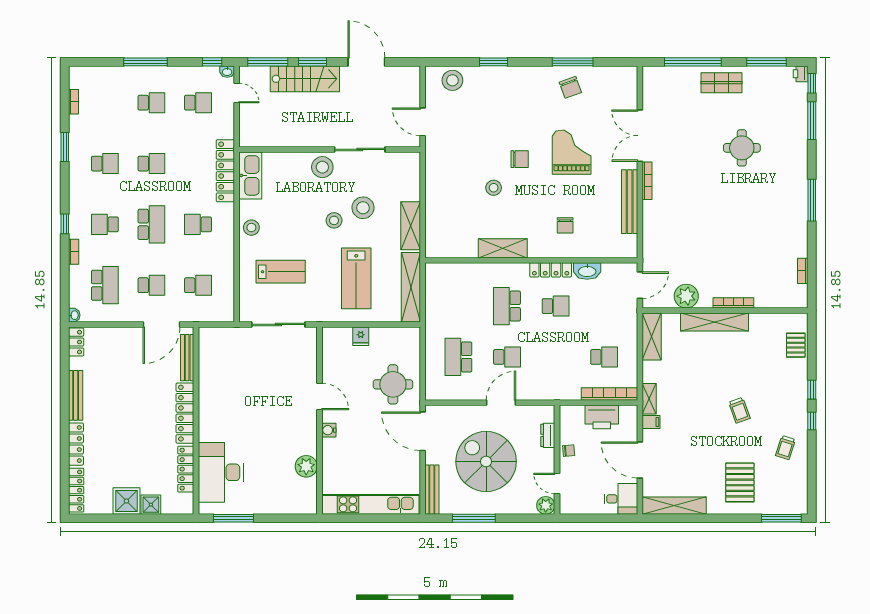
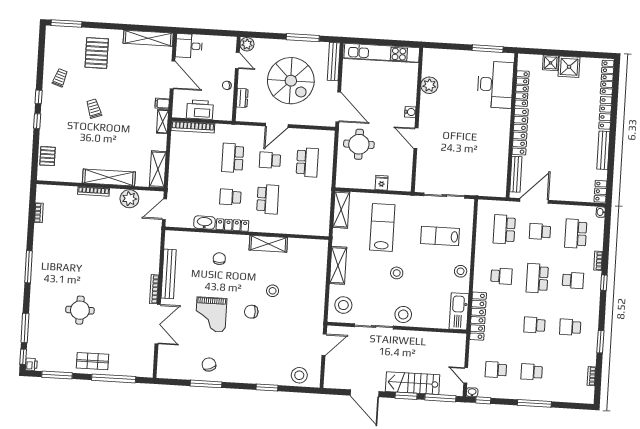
door: (423, 122) -> (324, 345), hinge flipped
stool: (363, 208) -> (343, 305), moved
school desk: (198, 285) -> (504, 229), width x1.85
shelving: (411, 287) -> (341, 210), width x0.68
school desk: (604, 357) -> (233, 158), moved, width x1.85

